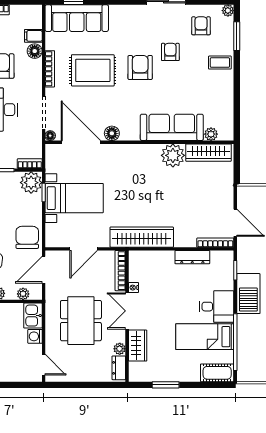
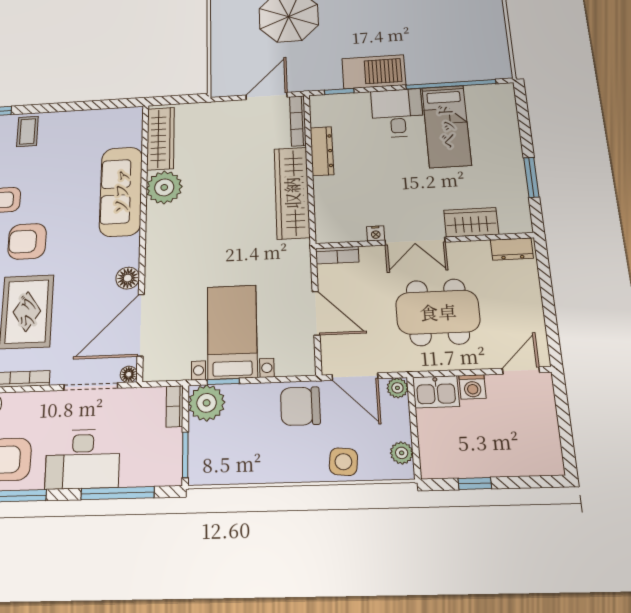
plant: (211, 134) -> (133, 137), removed
wardrobe: (142, 237) -> (292, 193), moved
bookcase: (120, 271) -> (337, 255), width x0.64
plant: (23, 294) -> (397, 388), moved
plant: (120, 349) -> (479, 249), removed
cot: (217, 373) -> (502, 106), removed

